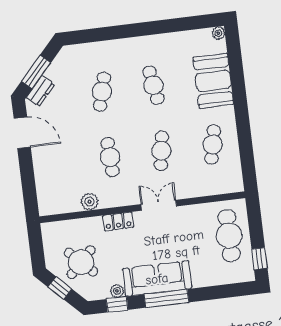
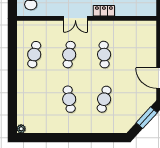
booth: (213, 81) -> (29, 97), removed
dresser: (40, 91) -> (145, 105), removed
plant: (90, 202) -> (122, 26), removed

